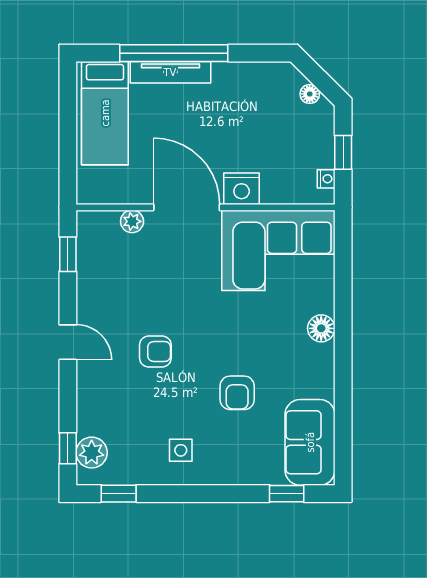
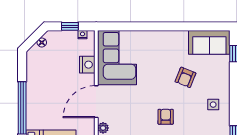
tv unit: (170, 72) -> (31, 109), removed
nightstand: (242, 189) -> (87, 65), moved
floor lamp: (321, 328) -> (154, 37), removed
armchair: (237, 393) -> (185, 77), turned 112

